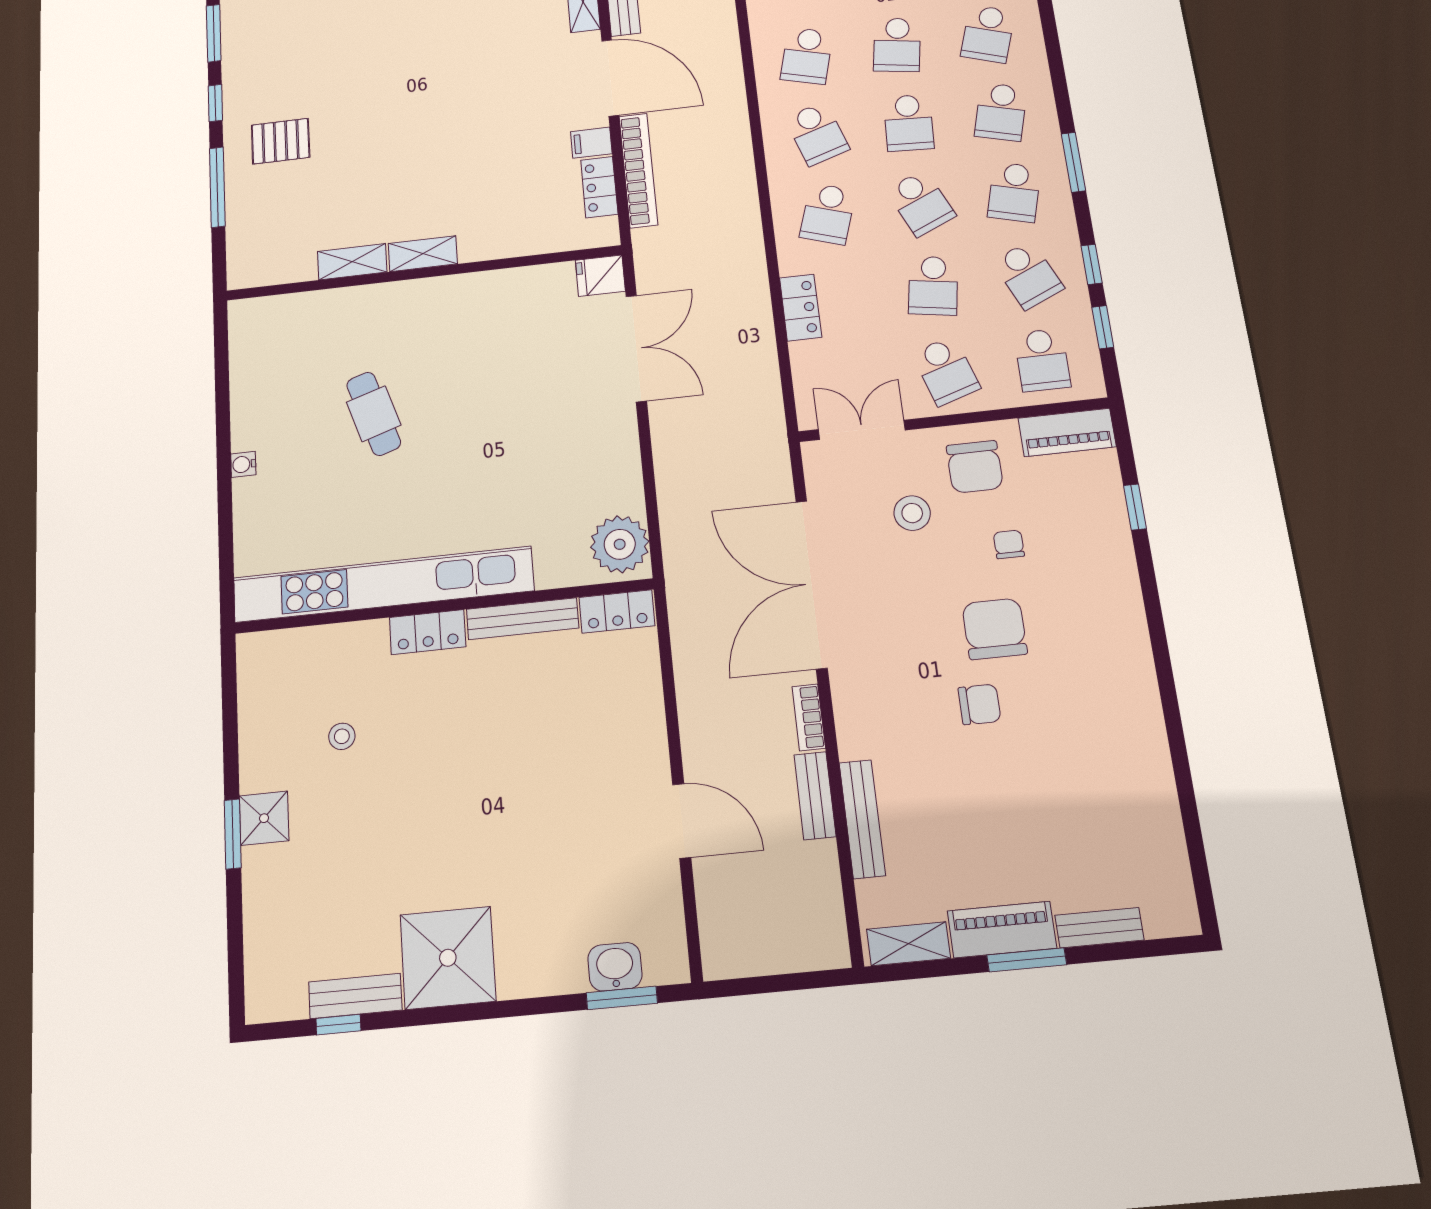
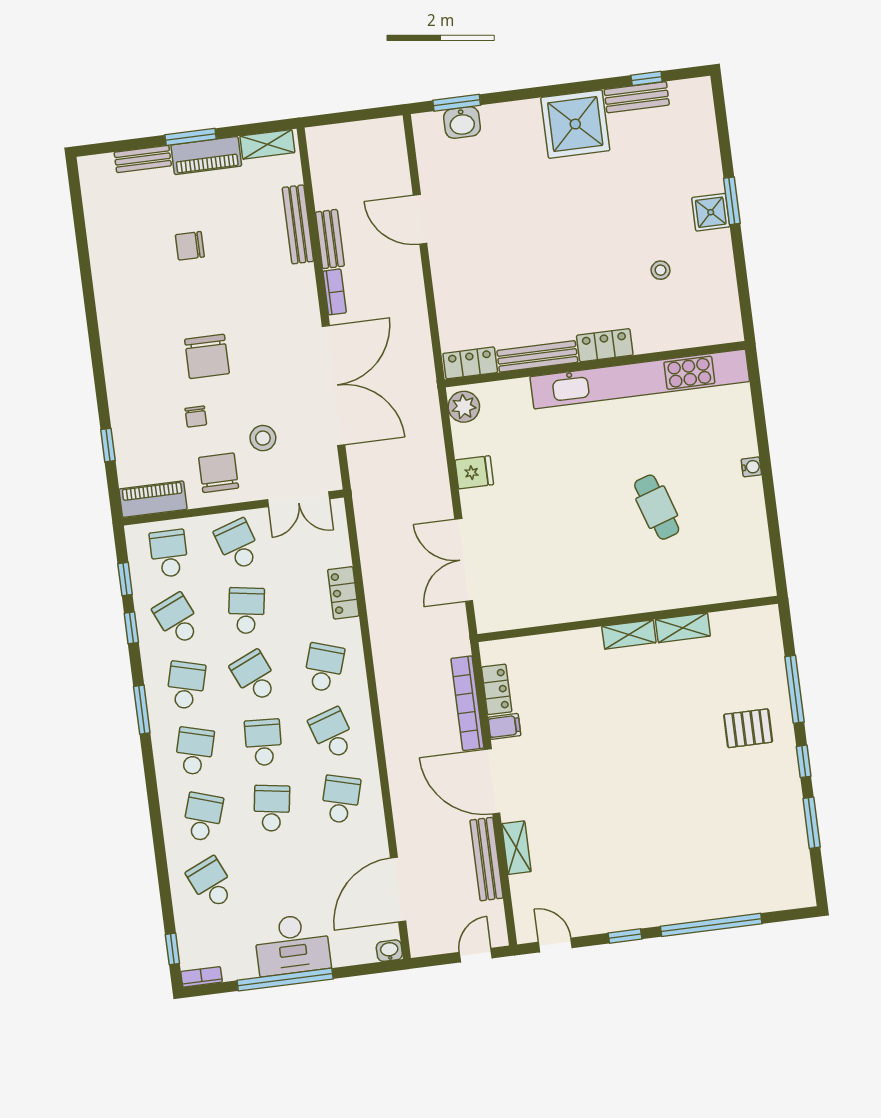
fridge: (600, 276) -> (474, 472), moved
plant: (620, 544) -> (464, 407), width x0.73, depth x0.73
chair: (979, 704) -> (190, 246), moved

